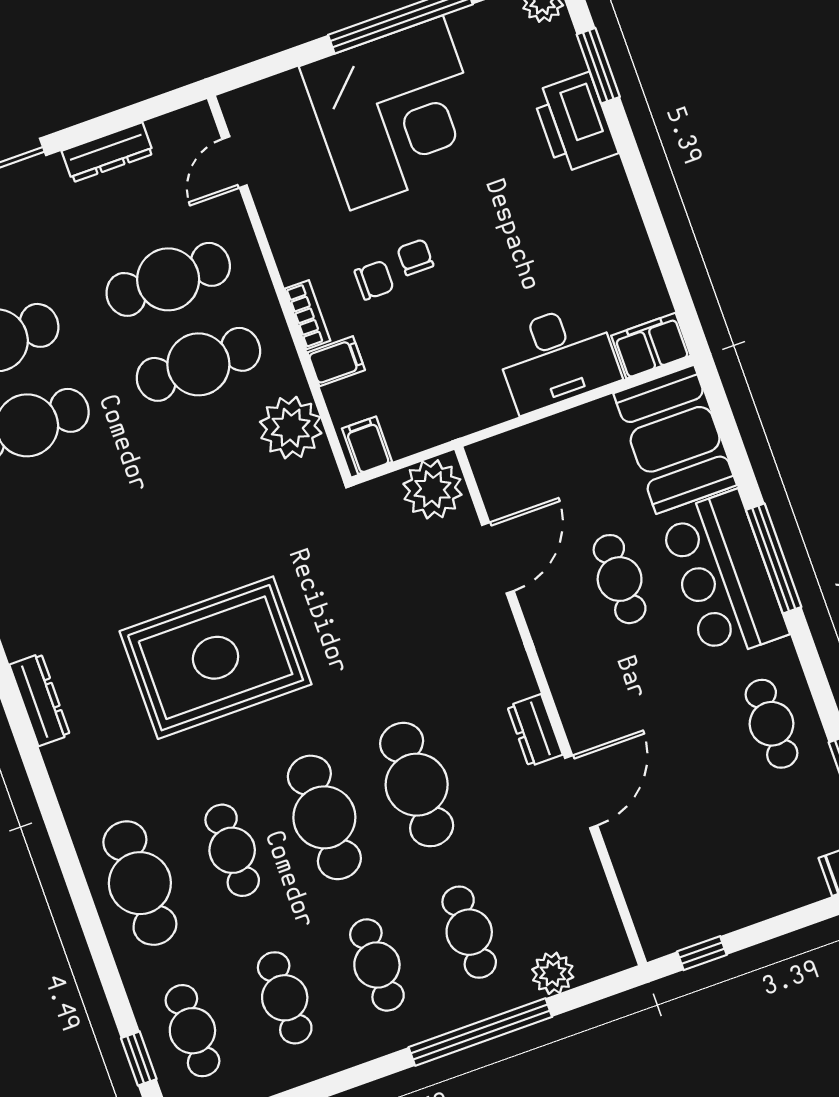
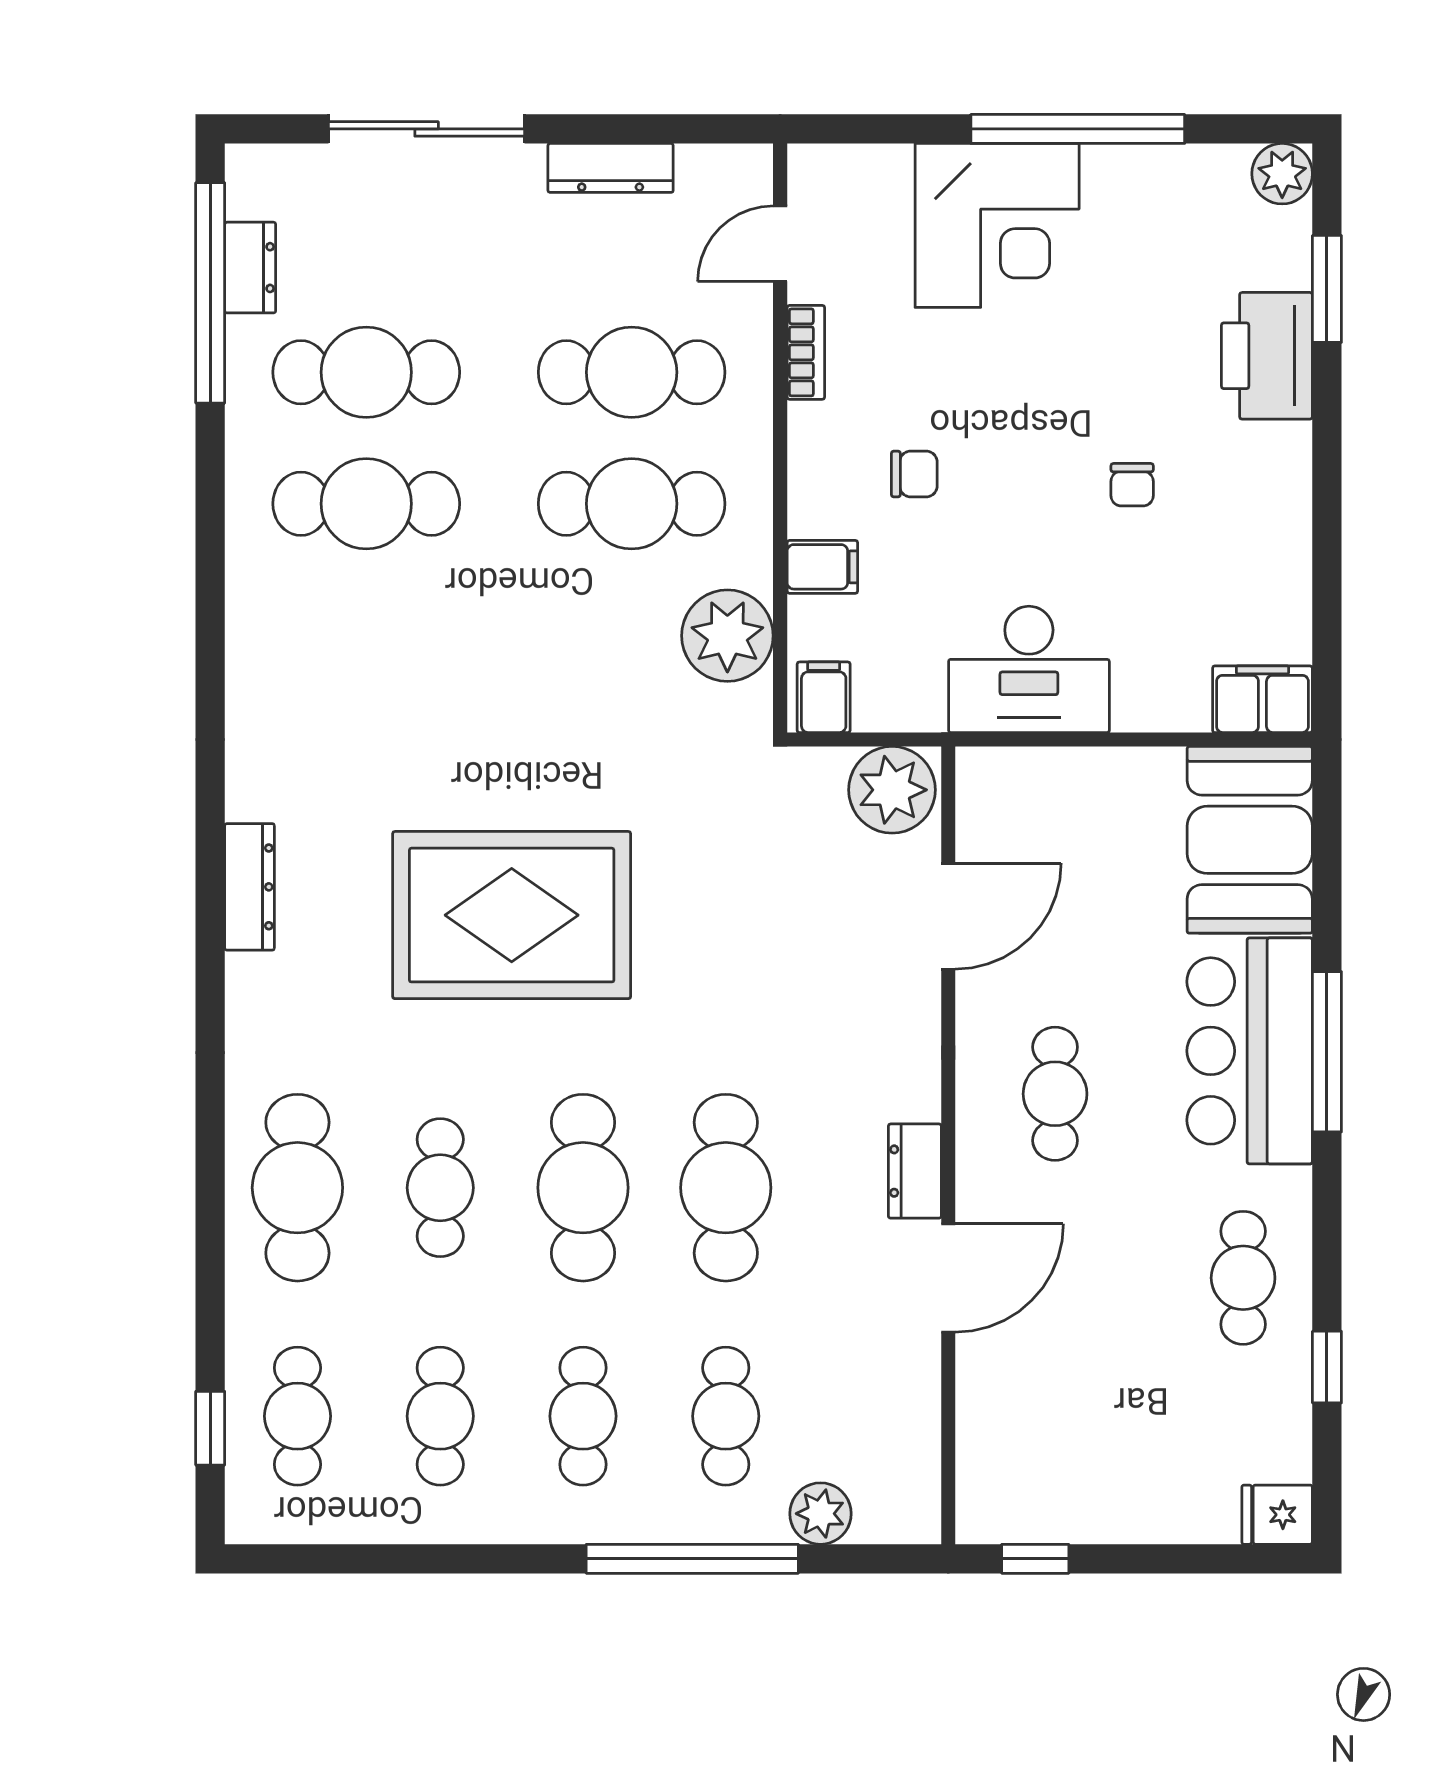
corner desk: (396, 113) -> (997, 225), width x0.74, depth x0.74
chair: (415, 257) -> (1132, 485), moved, turned 180
bookcase: (308, 315) -> (806, 352), moved
desk: (557, 357) -> (1029, 669), moved
cafe table: (620, 579) -> (1055, 1094), moved

